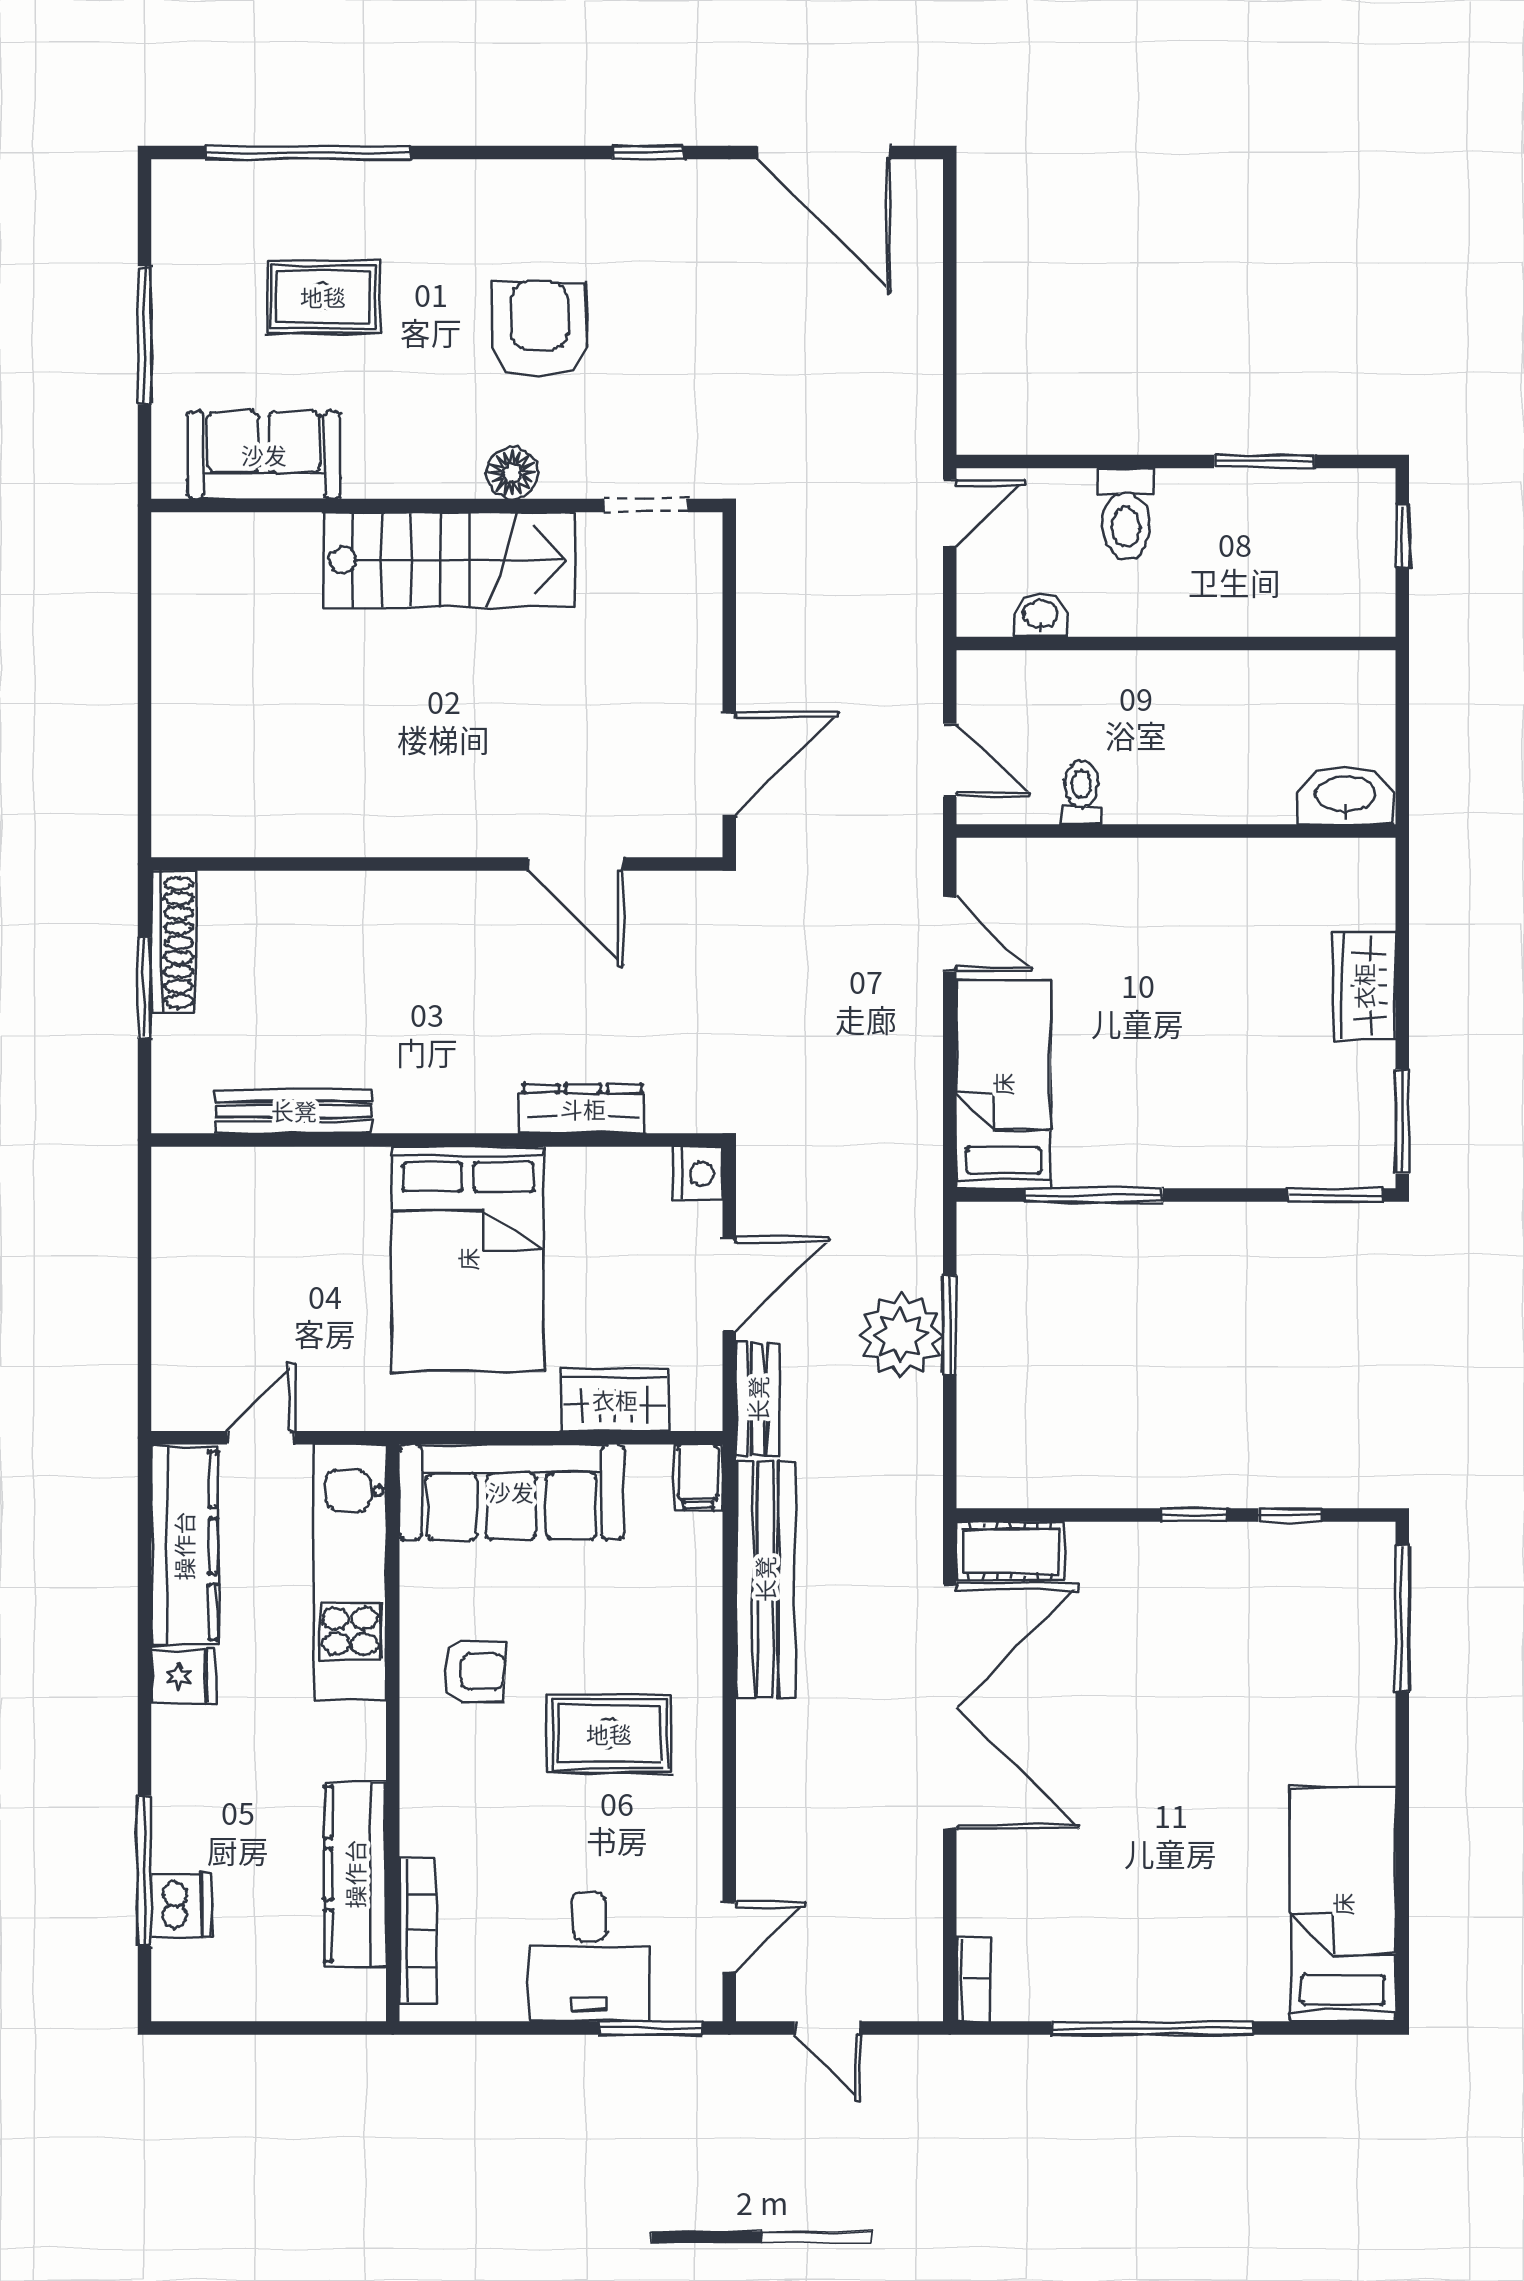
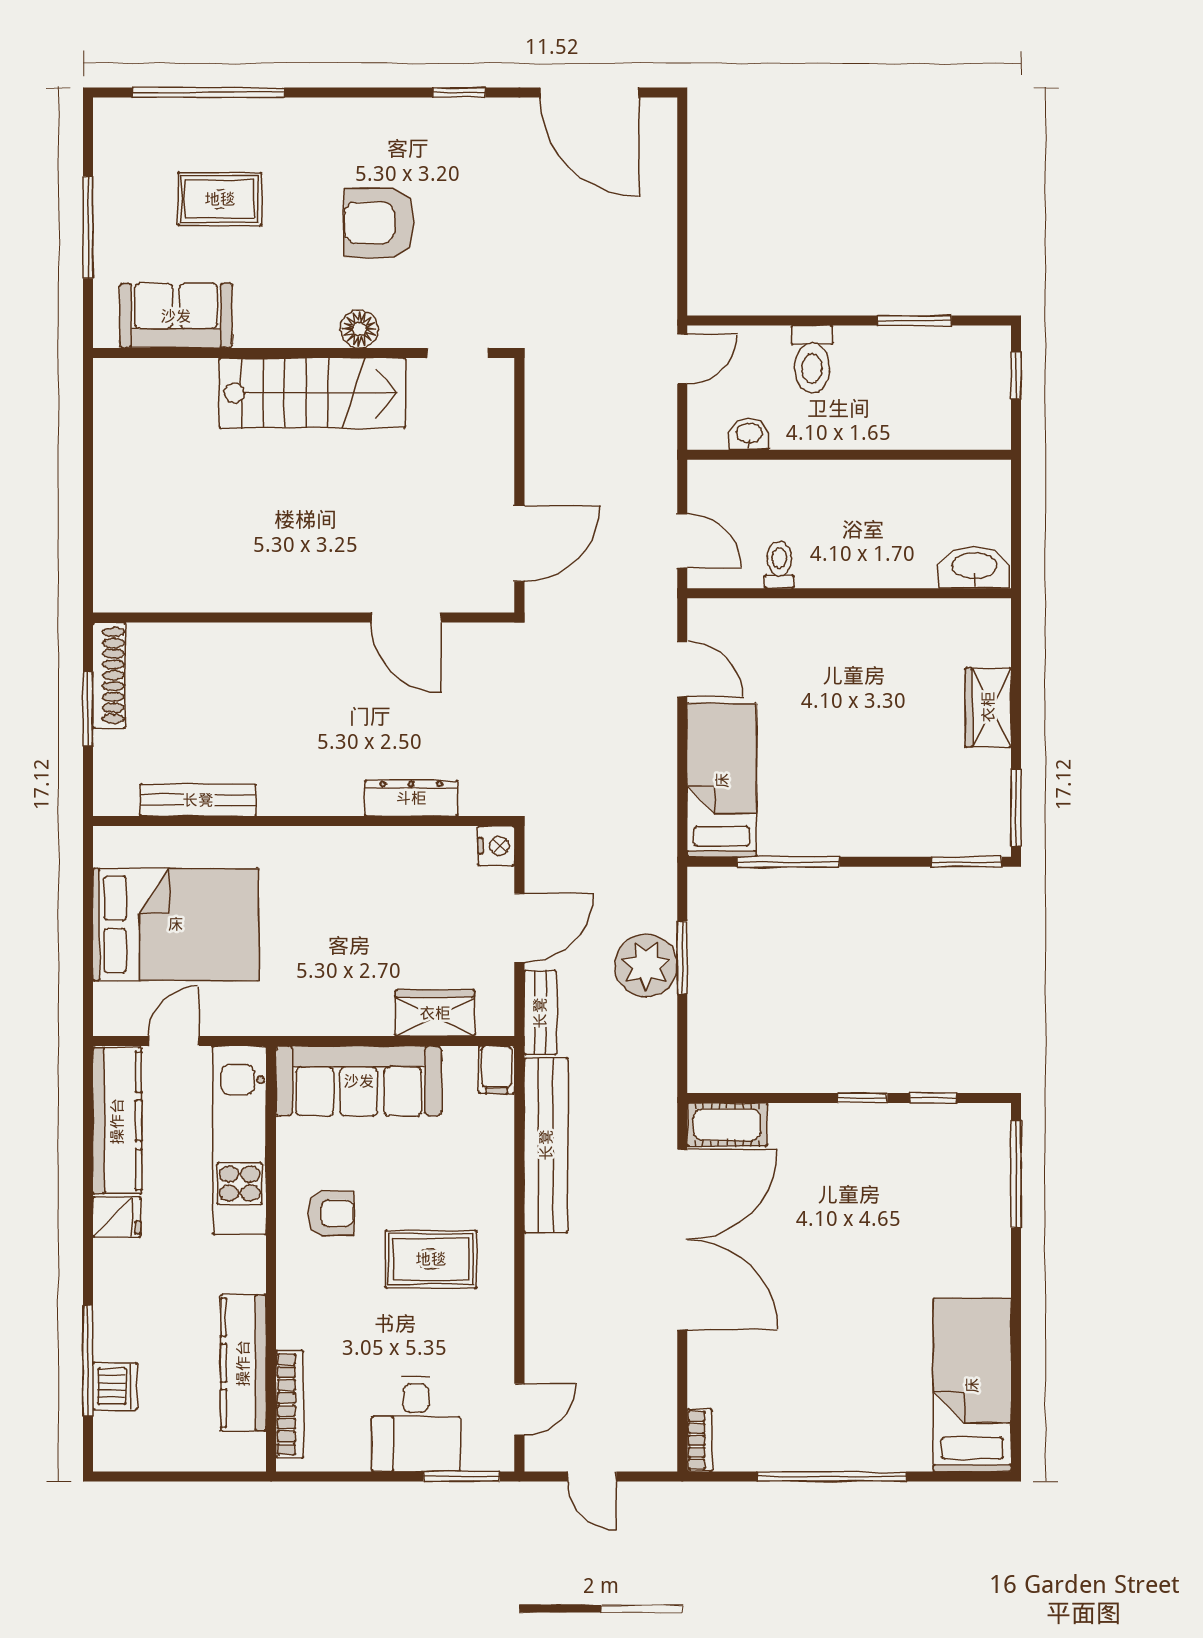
armchair: (539, 329) -> (379, 223), turned -90
bed: (468, 1259) -> (176, 924), moved, turned -90

